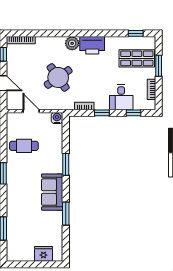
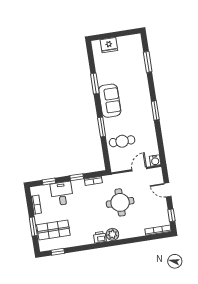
printer: (92, 45) -> (100, 237), width x0.53, depth x0.68
round table: (58, 77) -> (120, 202), turned 35
door: (31, 111) -> (139, 169), swing flipped
water cooler: (57, 118) -> (155, 160), moved
cafe table: (24, 146) -> (122, 141), moved

